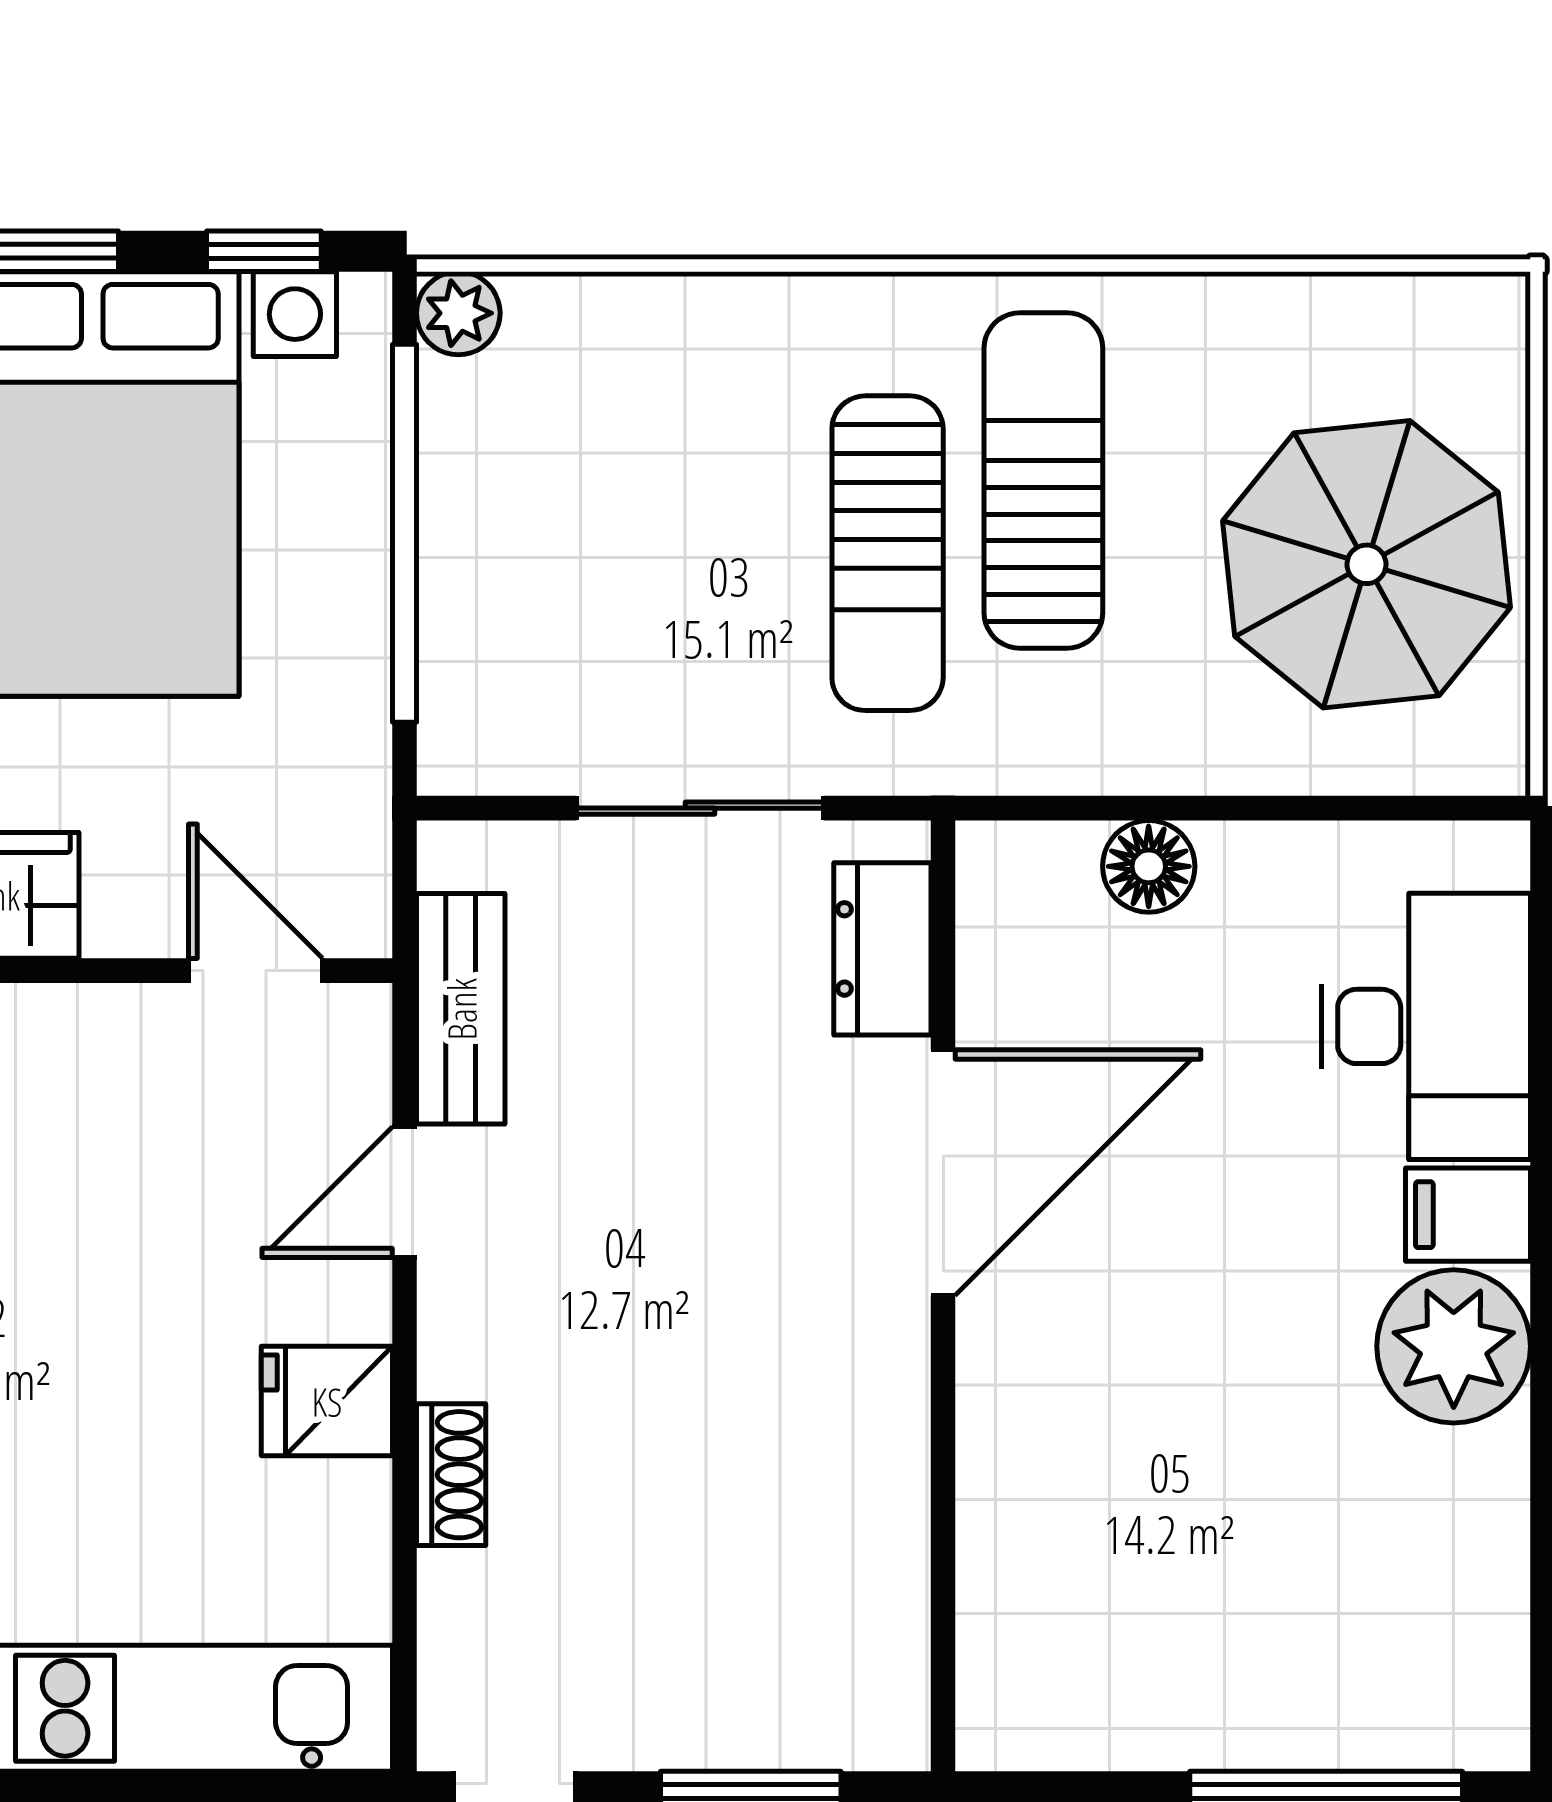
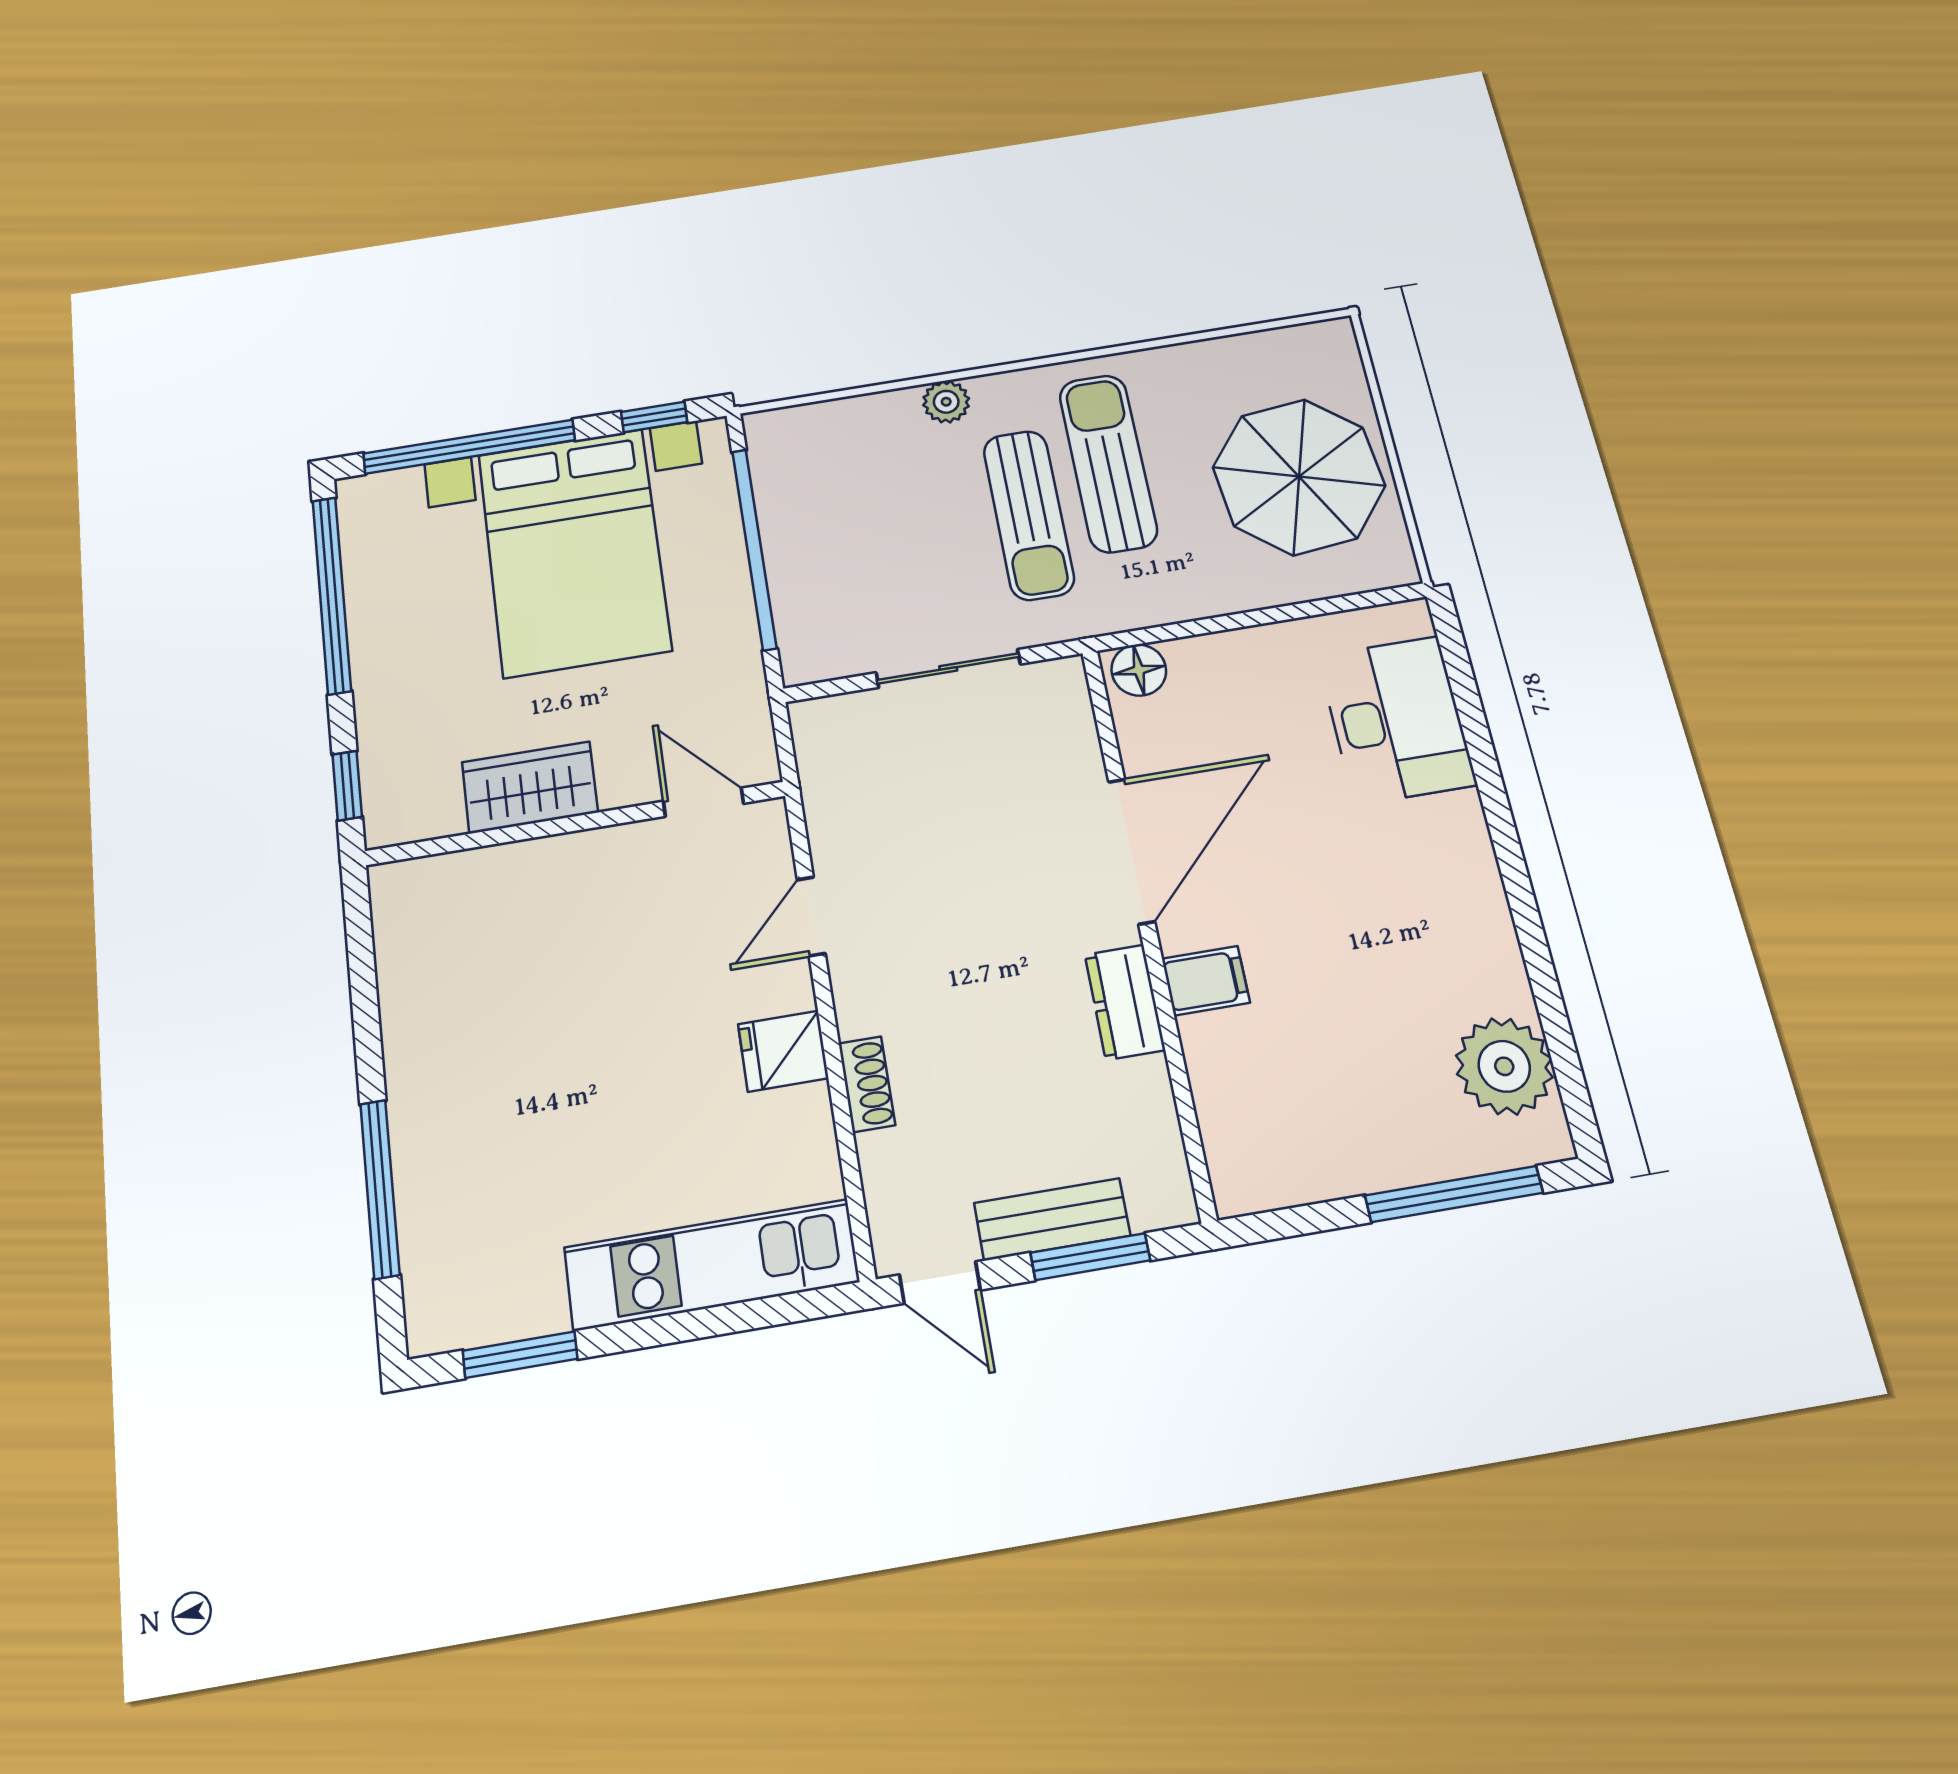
plant: (458, 313) -> (946, 402), moved
floor lamp: (1149, 866) -> (1139, 670), moved
dresser: (882, 949) -> (1125, 1002), moved
bench: (461, 1009) -> (1052, 1219), moved, turned 90
filing cabinet: (1468, 1215) -> (1206, 981), moved, turned 180
plant: (1454, 1346) -> (1504, 1066), moved

